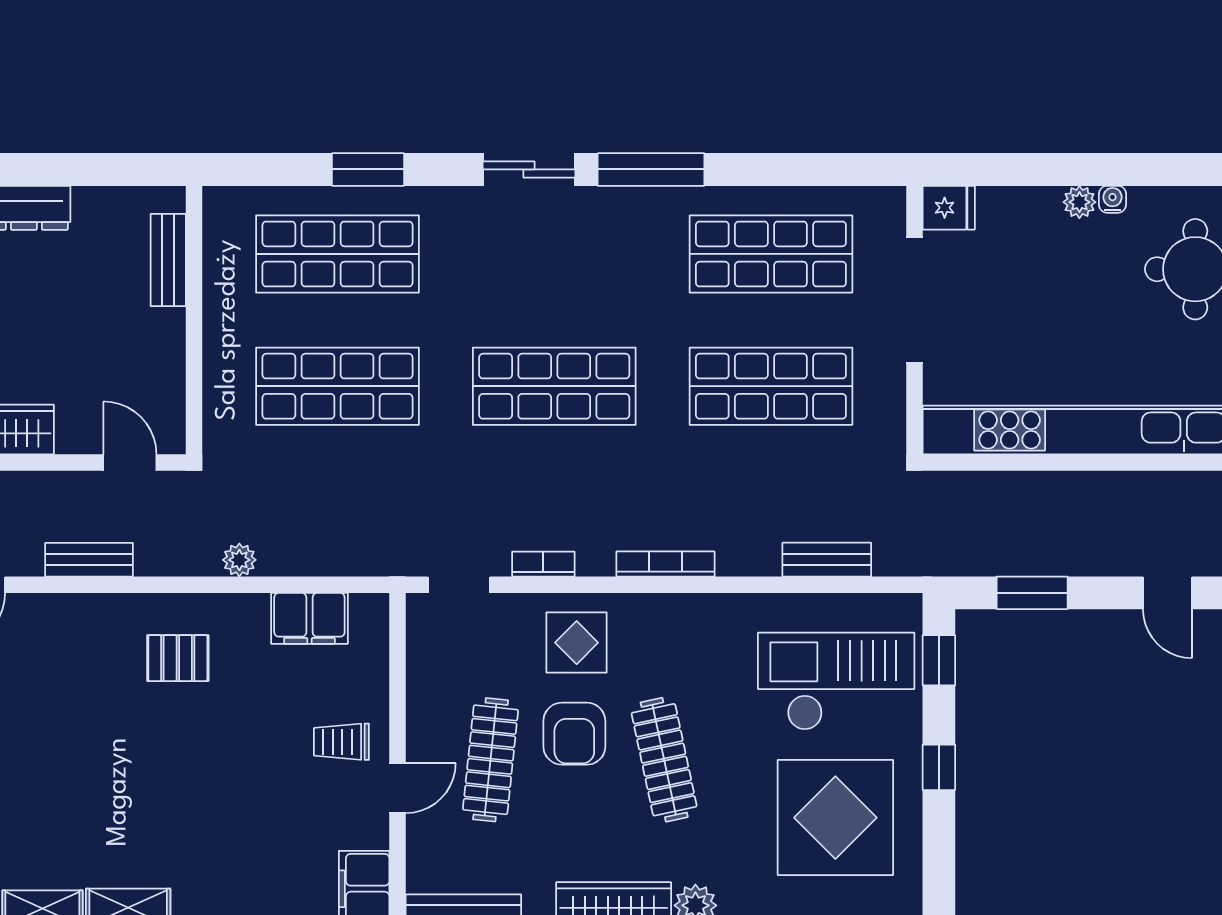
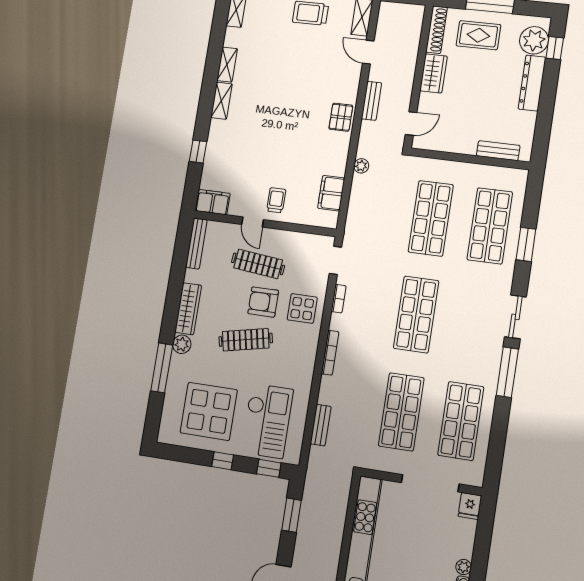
pallet: (178, 658) -> (341, 117), moved

